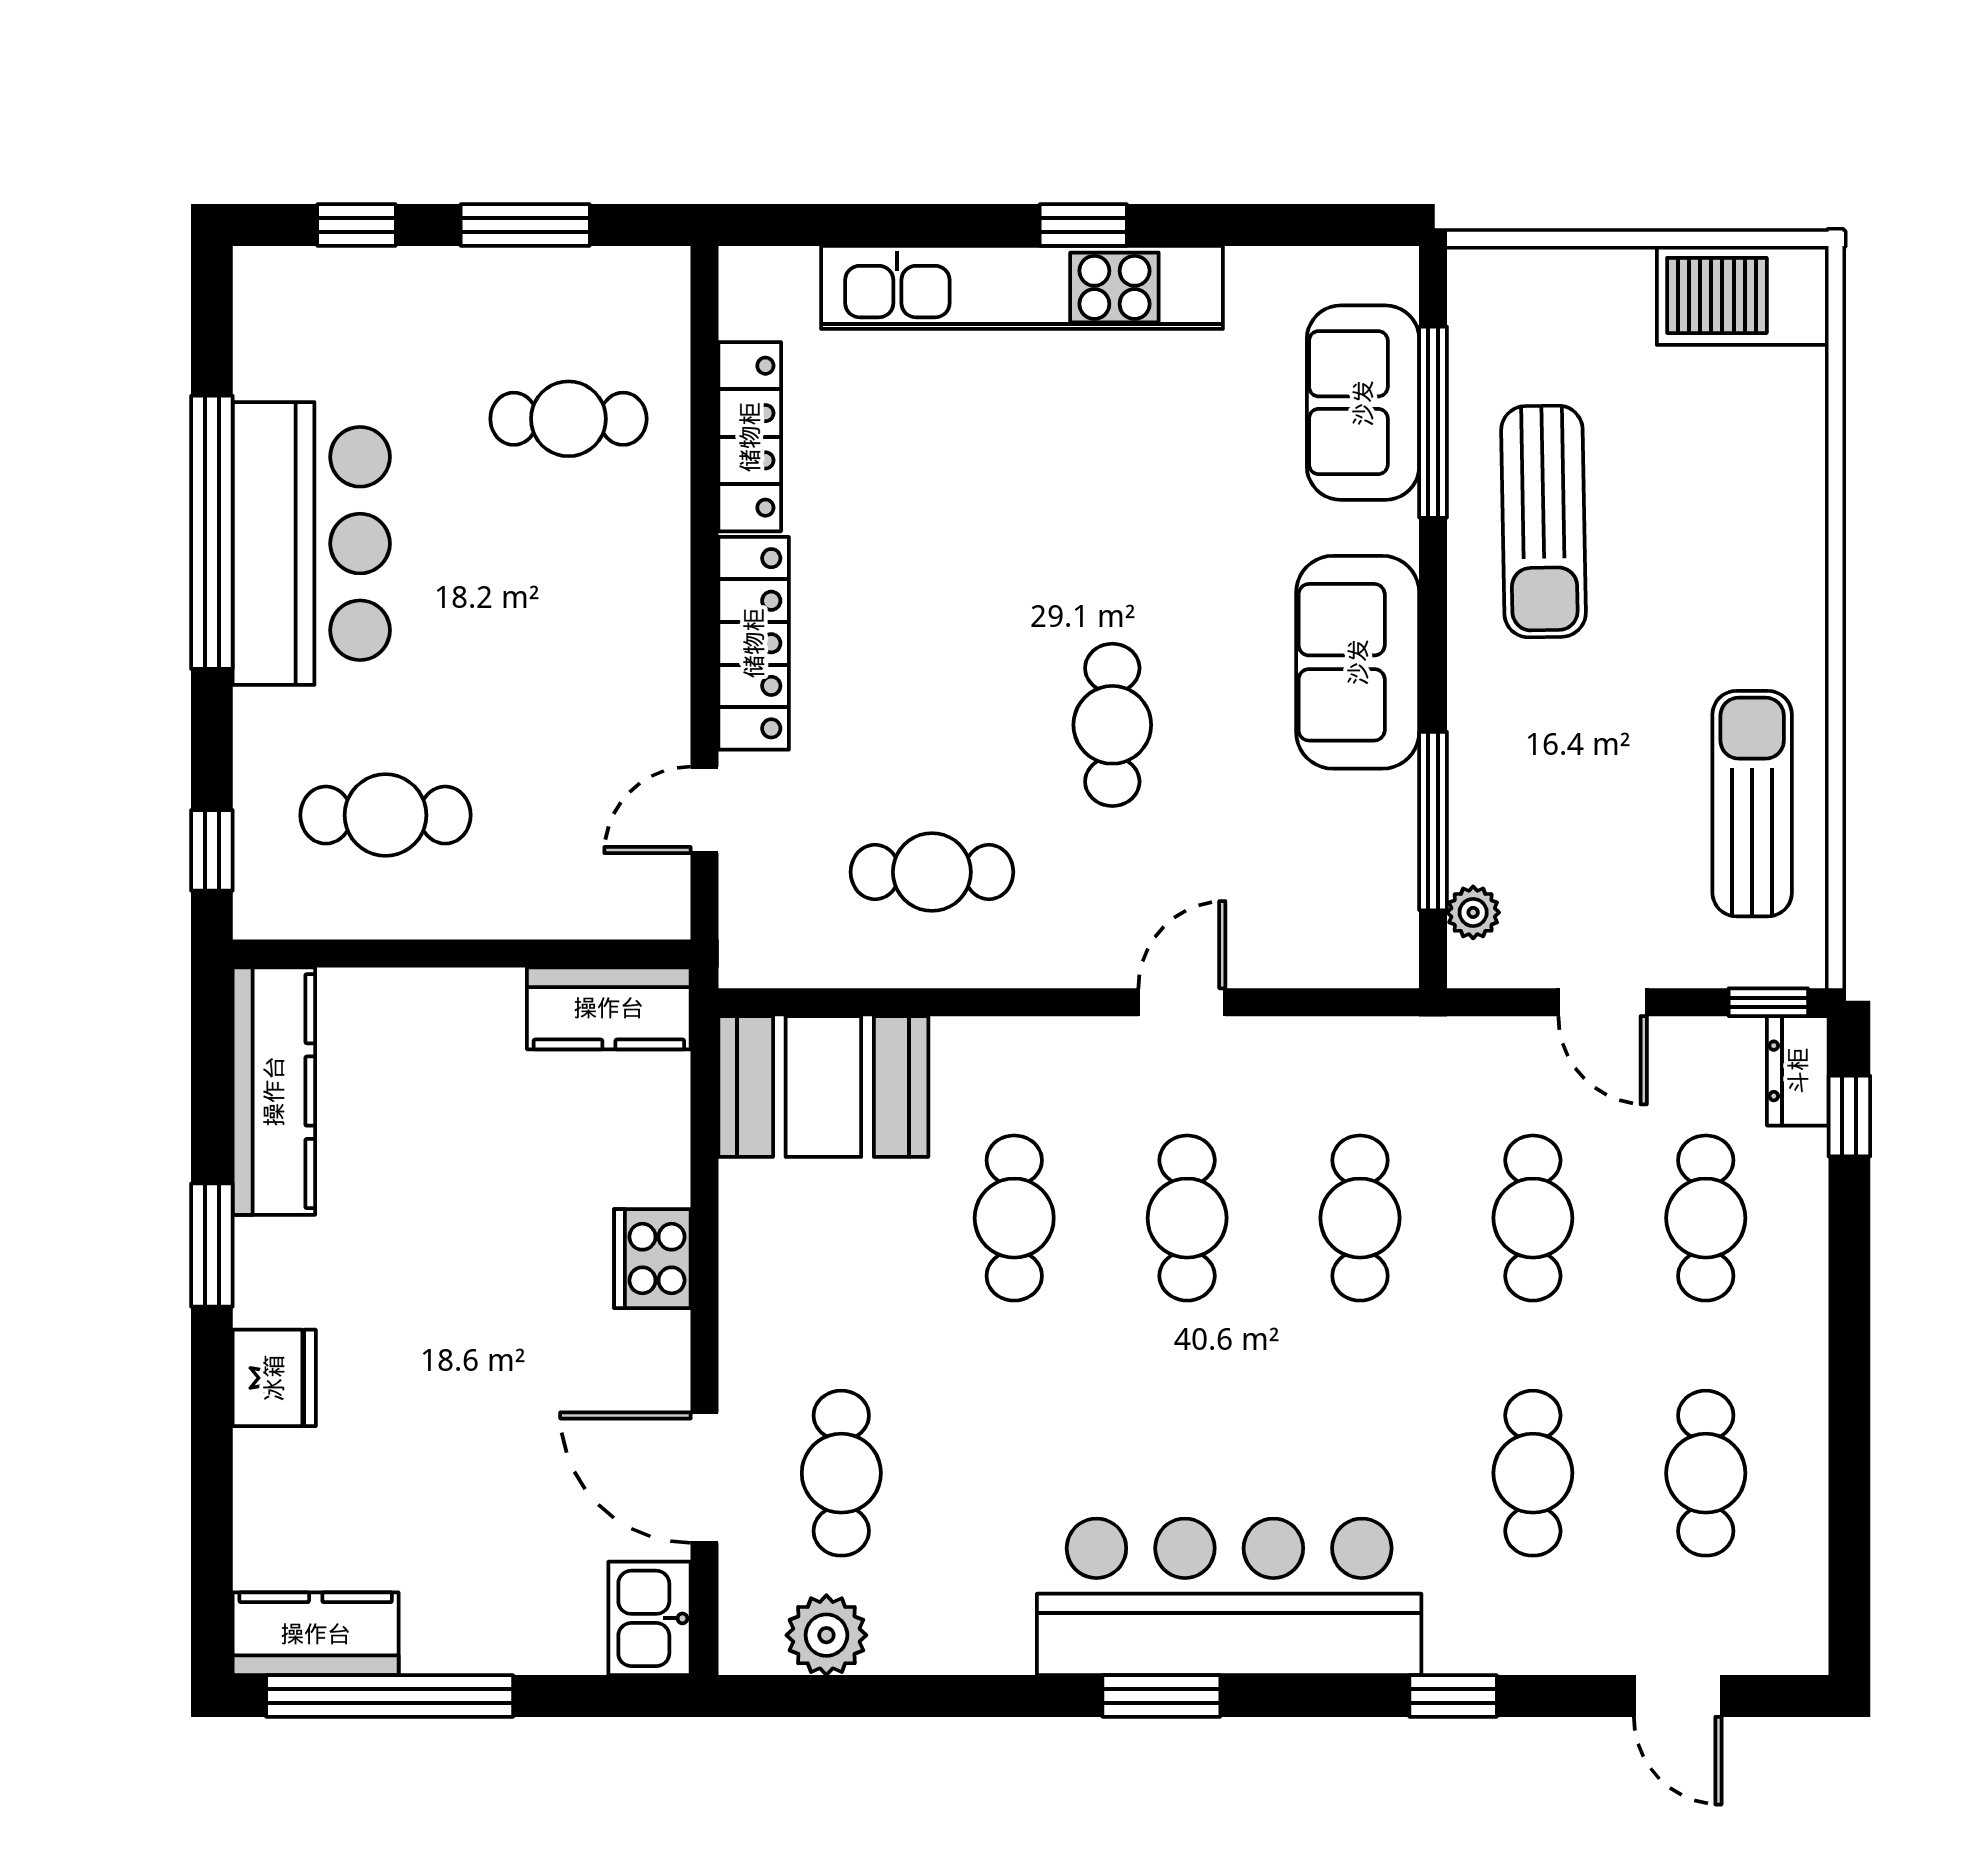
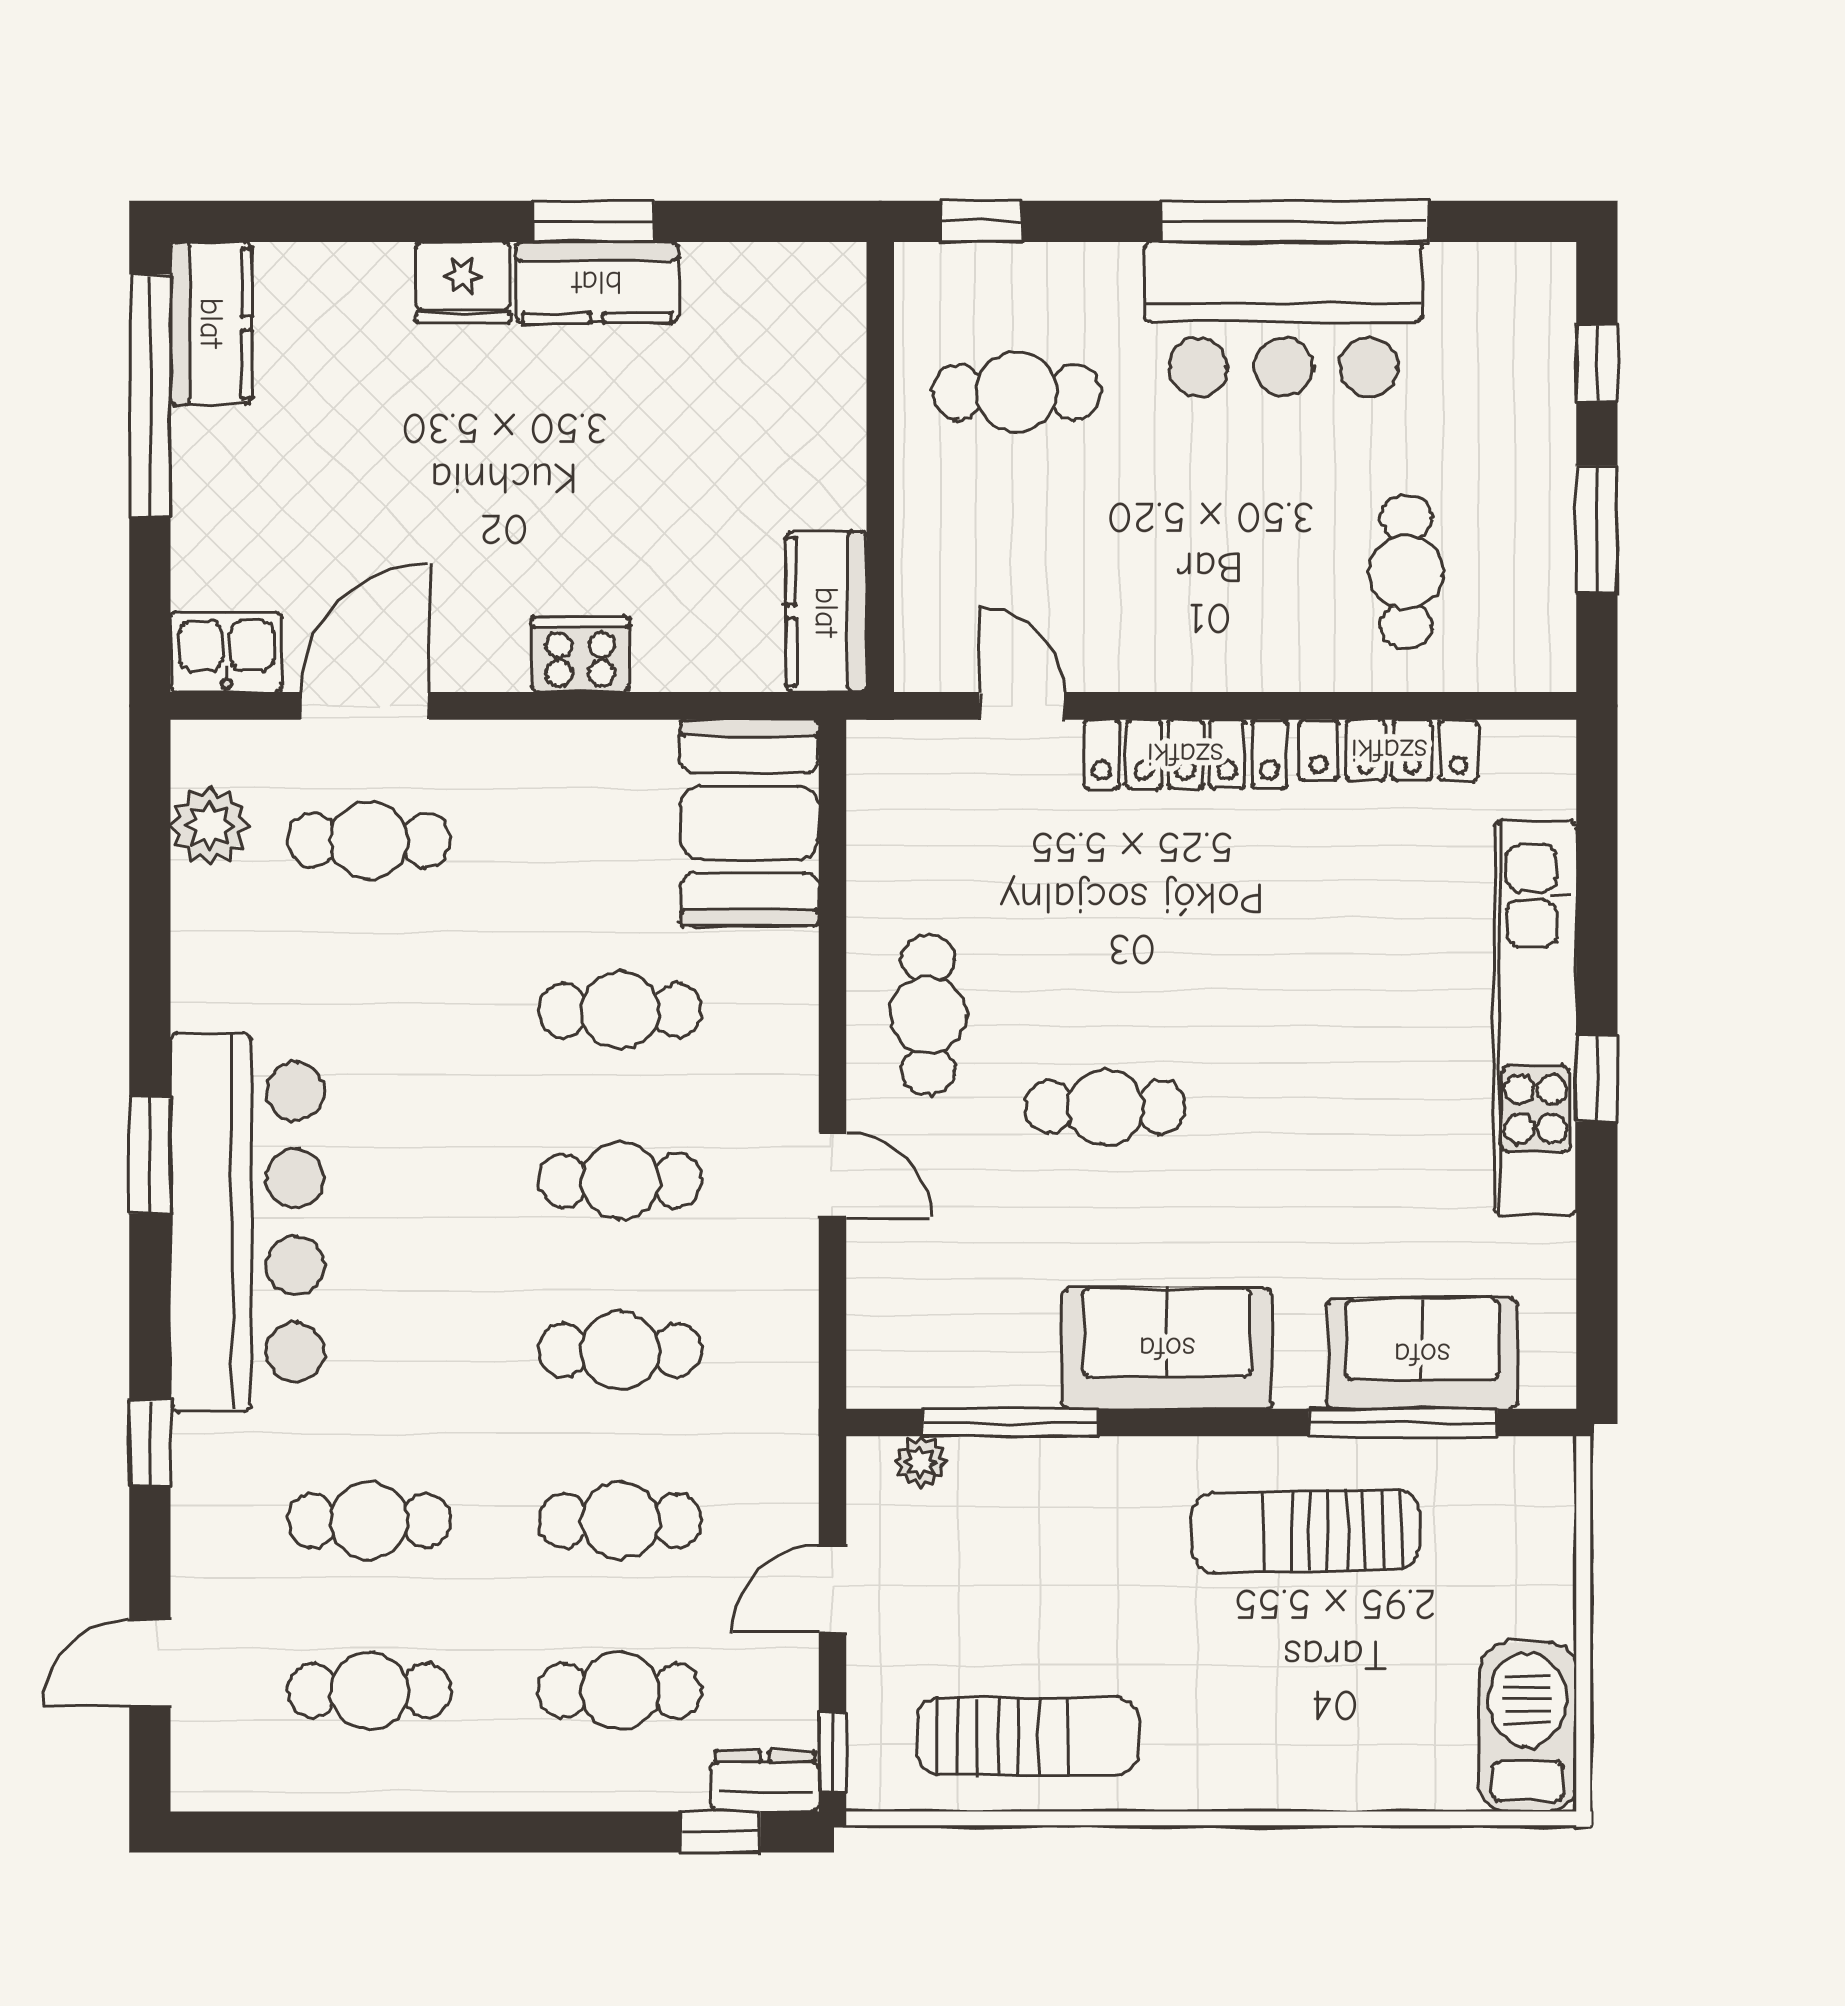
cafe table: (386, 815) -> (1017, 392), turned 90
cafe table: (932, 872) -> (928, 1015), moved
kitchen counter: (274, 1091) -> (597, 282), moved, width x0.67

